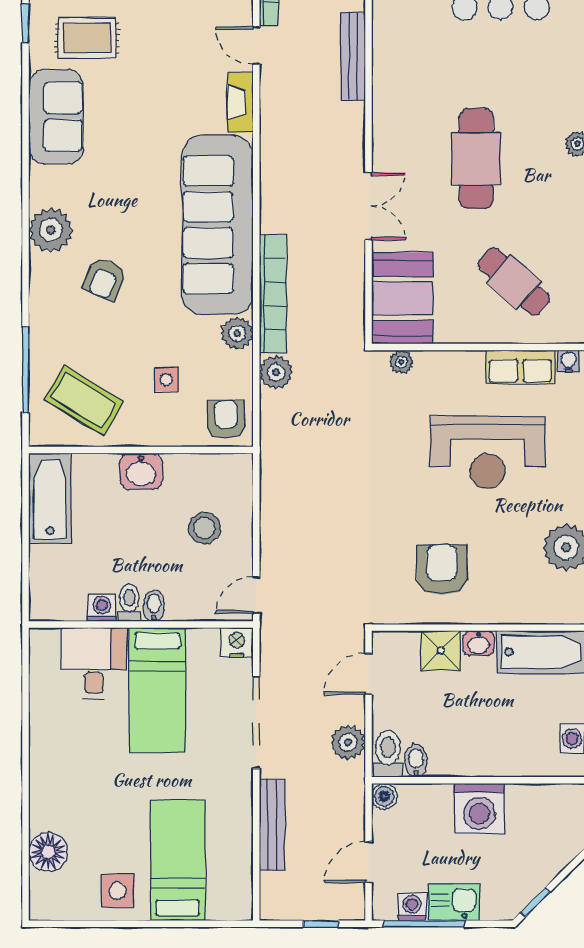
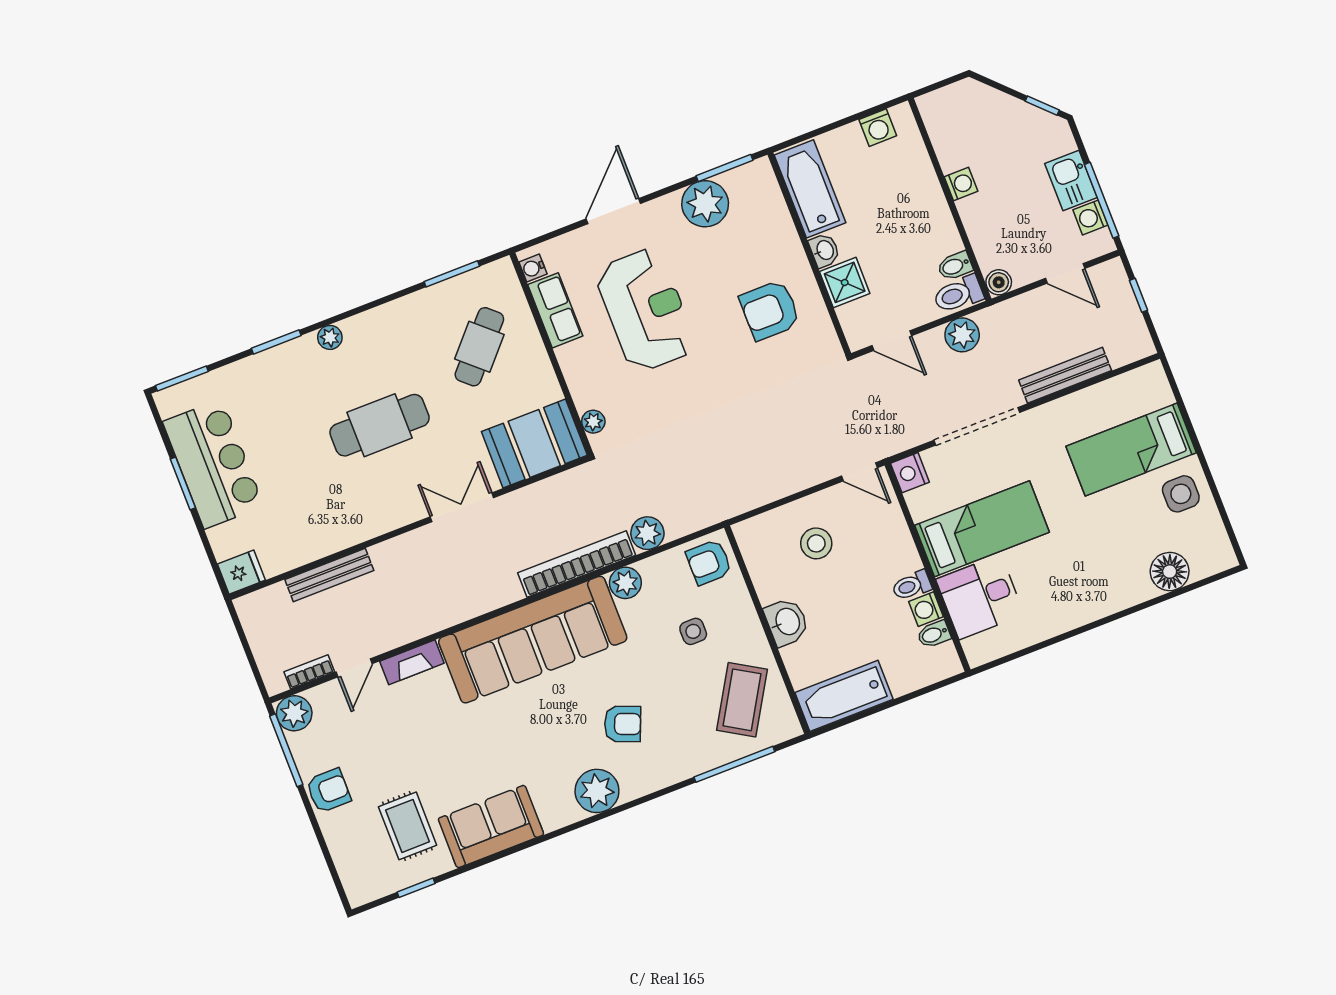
bidet: (154, 606) -> (934, 634), moved
washing machine: (479, 808) -> (961, 184), width x0.53, depth x0.53

